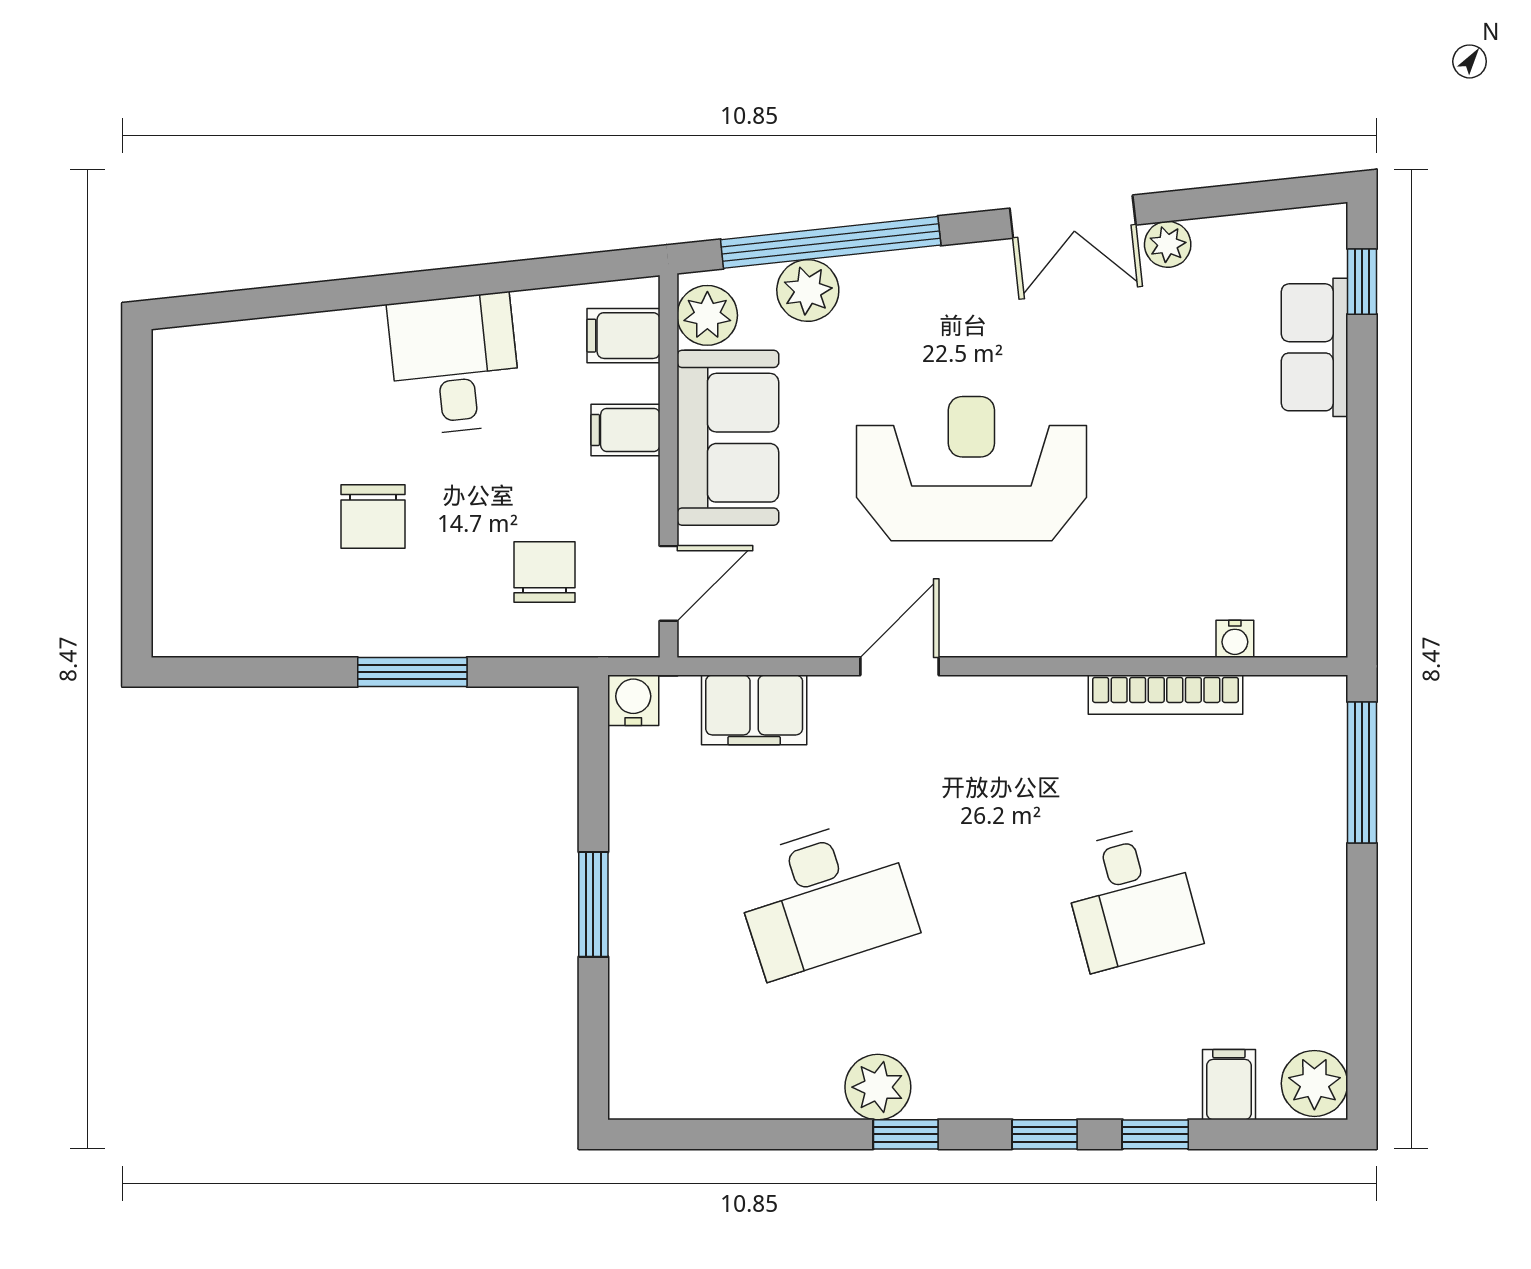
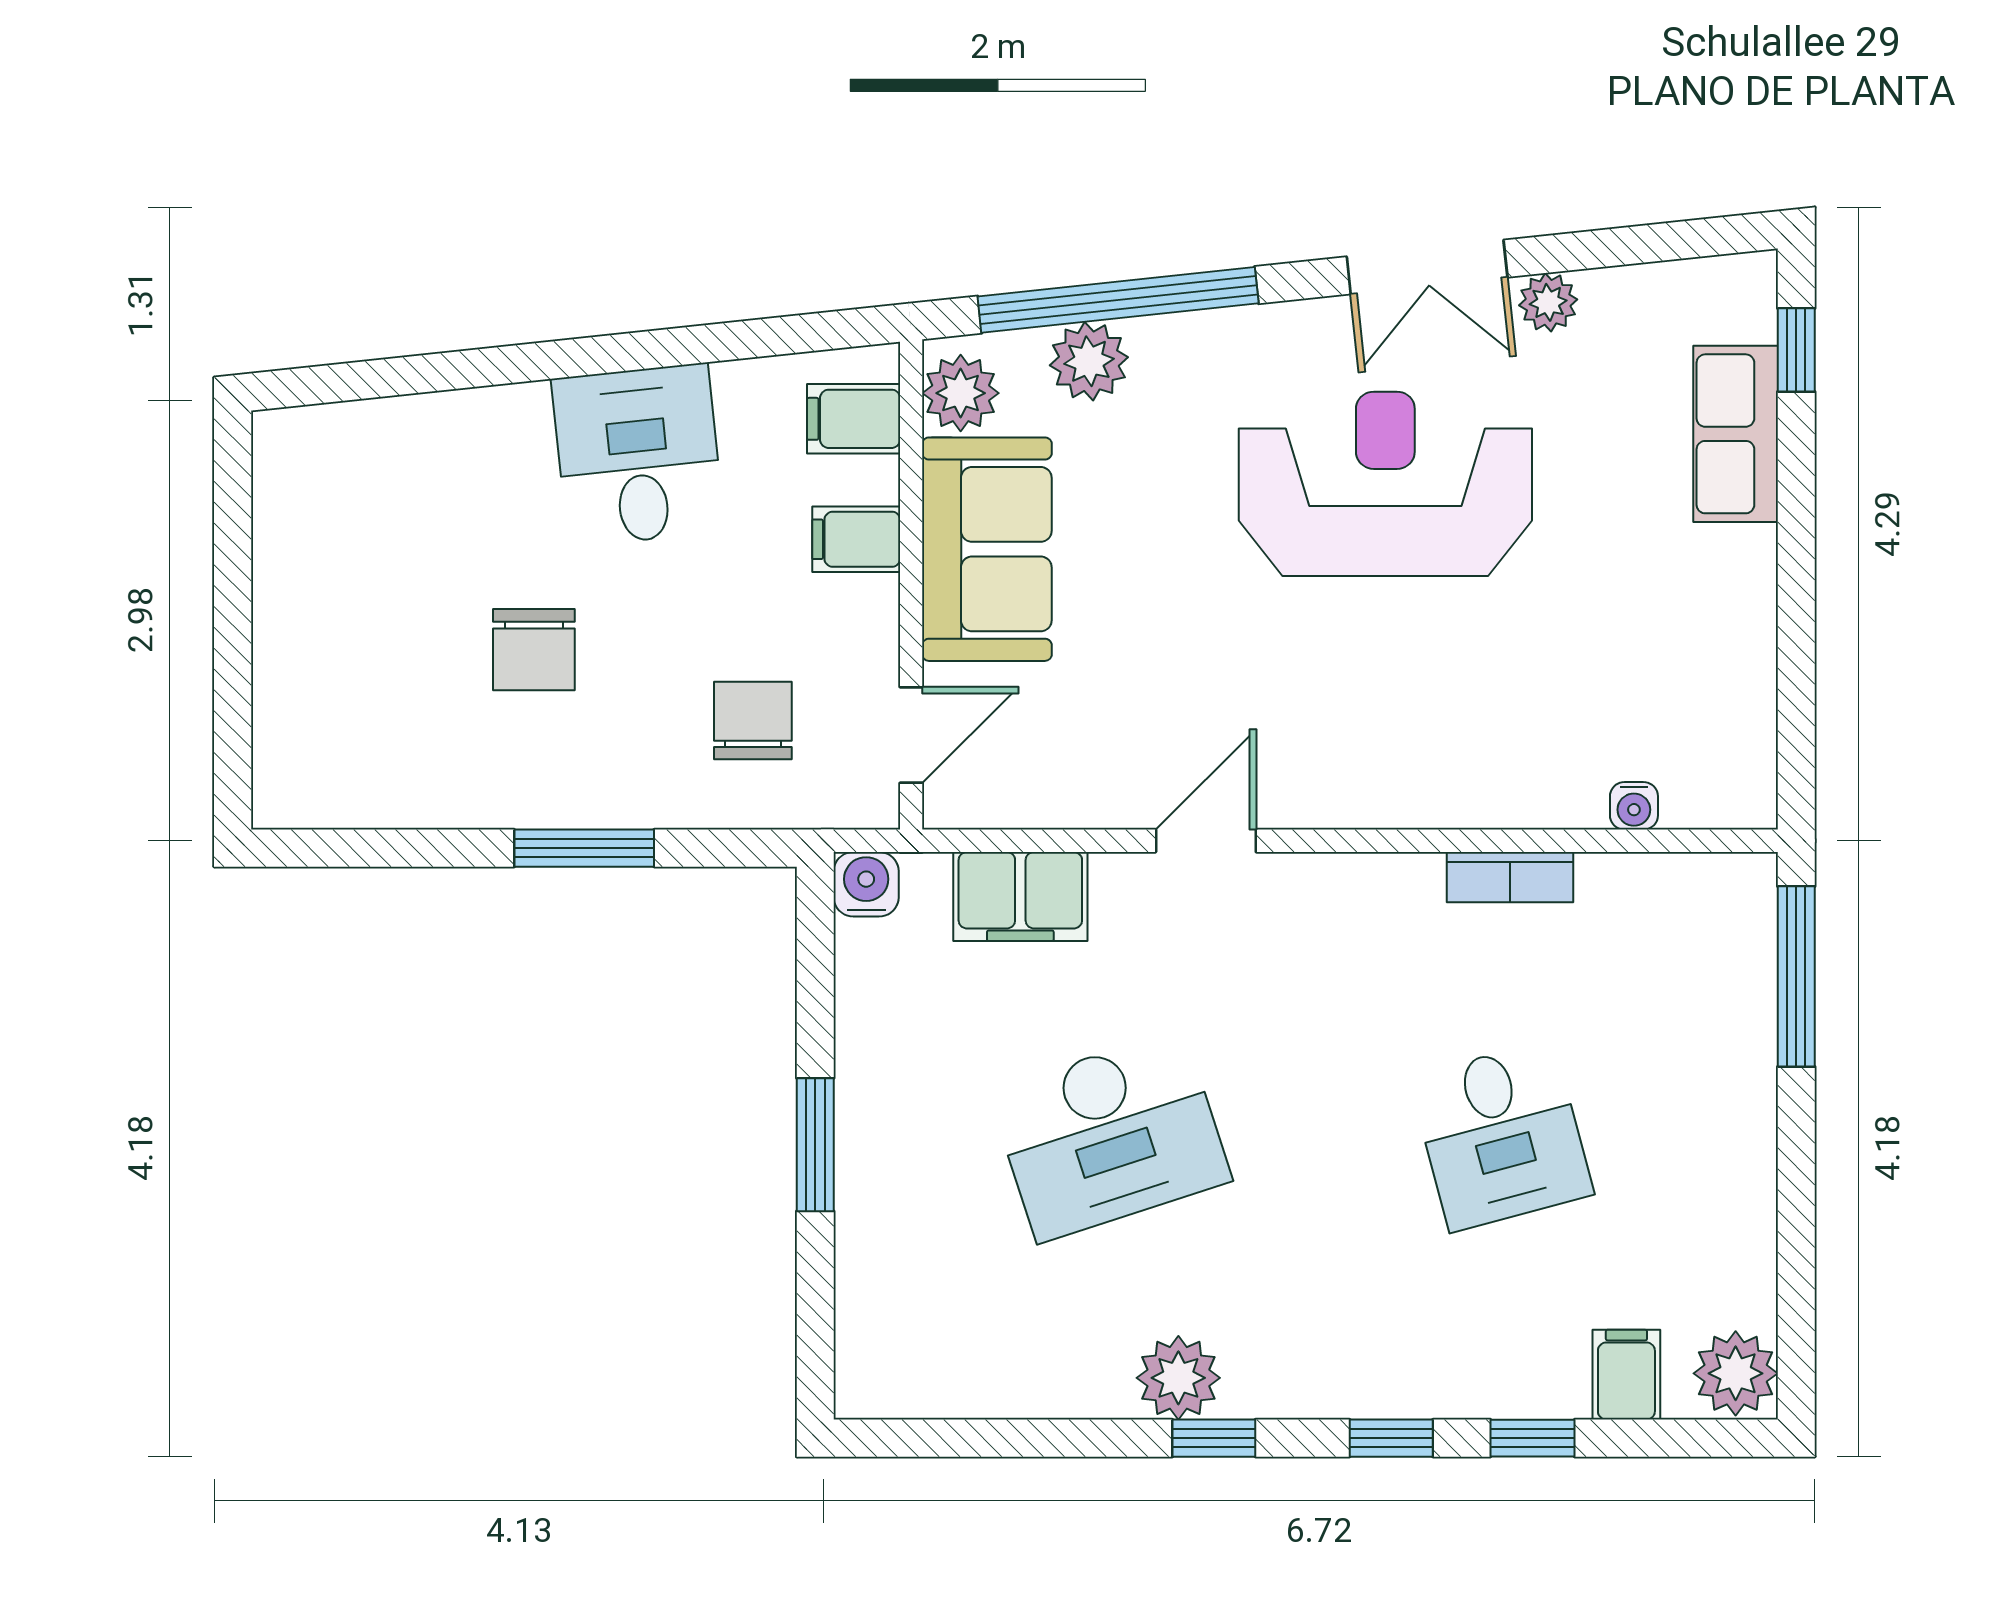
reception desk: (971, 469) -> (1385, 484), moved
bookcase: (1166, 695) -> (1510, 877), width x0.64

